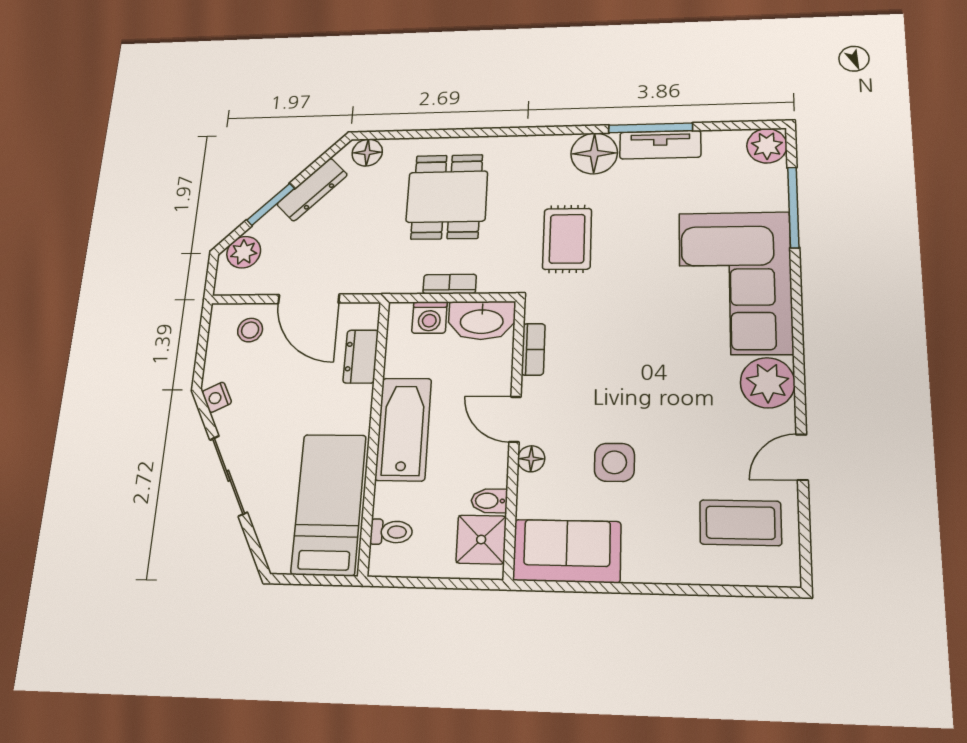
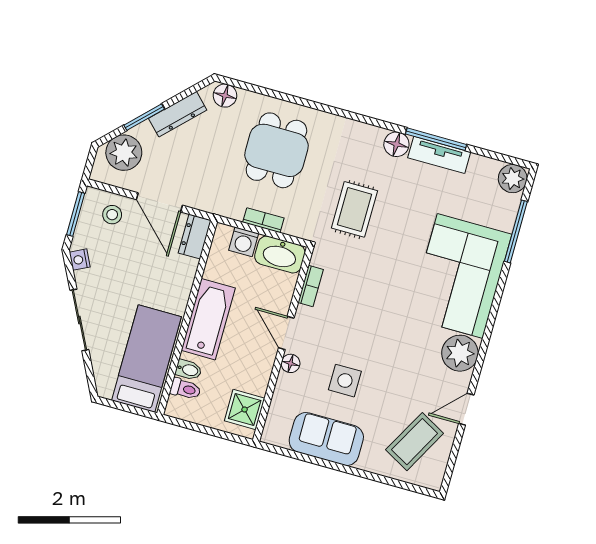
floor lamp: (594, 153) -> (396, 144), width x0.73, depth x0.73
plant: (244, 252) -> (124, 153), width x1.36, depth x1.36
window: (203, 342) -> (76, 214), added
dresser: (361, 357) -> (195, 237), moved
bidet: (489, 501) -> (188, 370), moved, turned 180
coffee table: (740, 523) -> (415, 442), turned -61
sofa: (567, 551) -> (326, 439), moved

